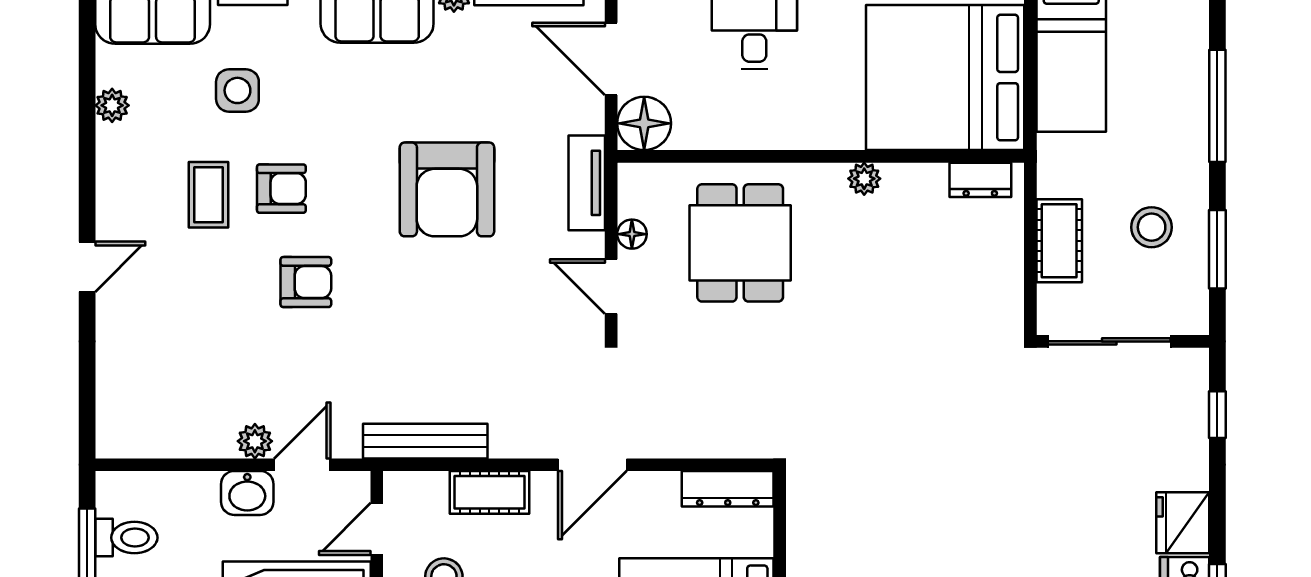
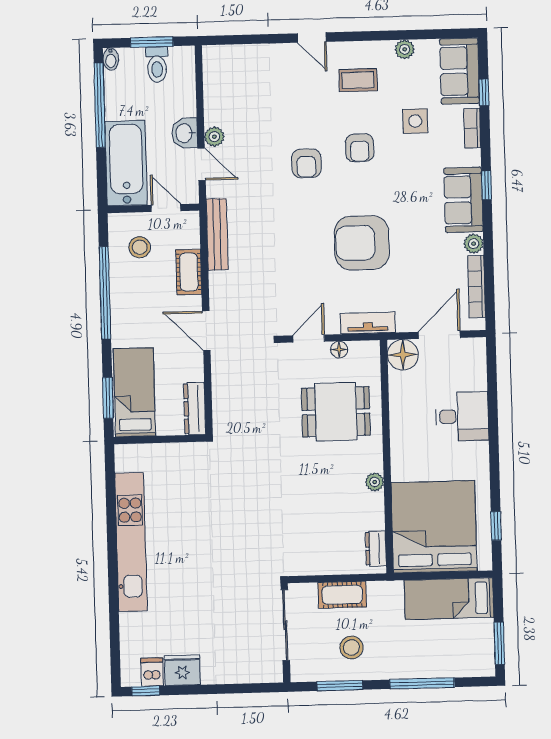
coffee table: (209, 195) -> (358, 80), moved
window: (1217, 415) -> (245, 688), removed

